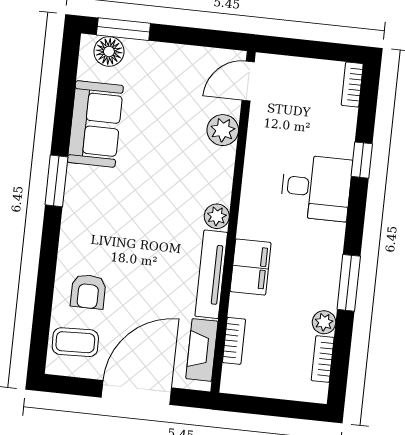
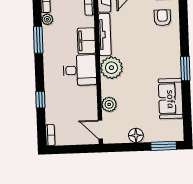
floor lamp: (109, 51) -> (136, 135), moved
door: (248, 81) -> (100, 130), swing flipped
desk: (316, 188) -> (80, 70), moved, turned 180
plant: (217, 216) -> (111, 68), width x1.88, depth x1.88

